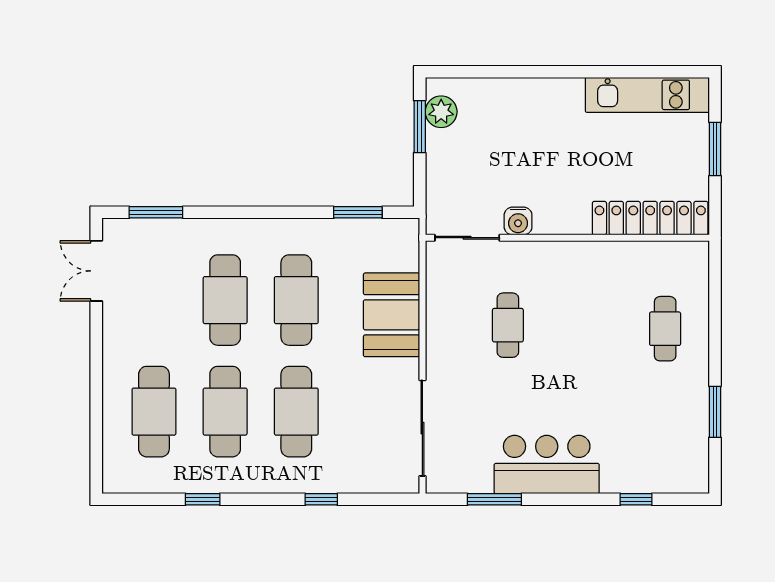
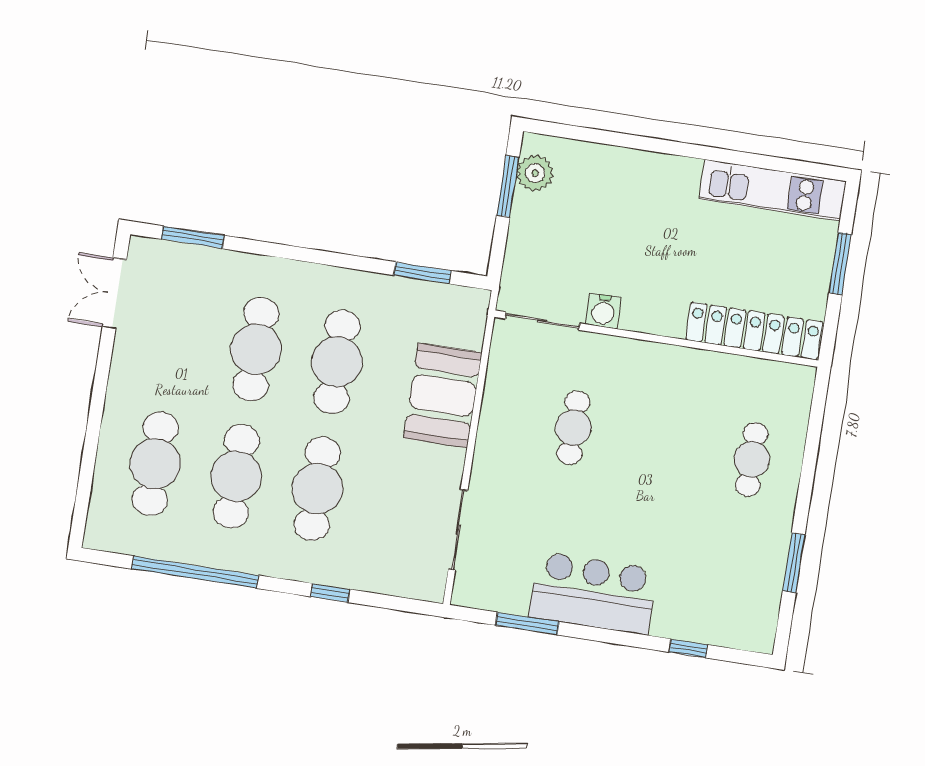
sliding door: (422, 428) -> (458, 530), width x0.73
window: (203, 499) -> (195, 572), width x3.17

